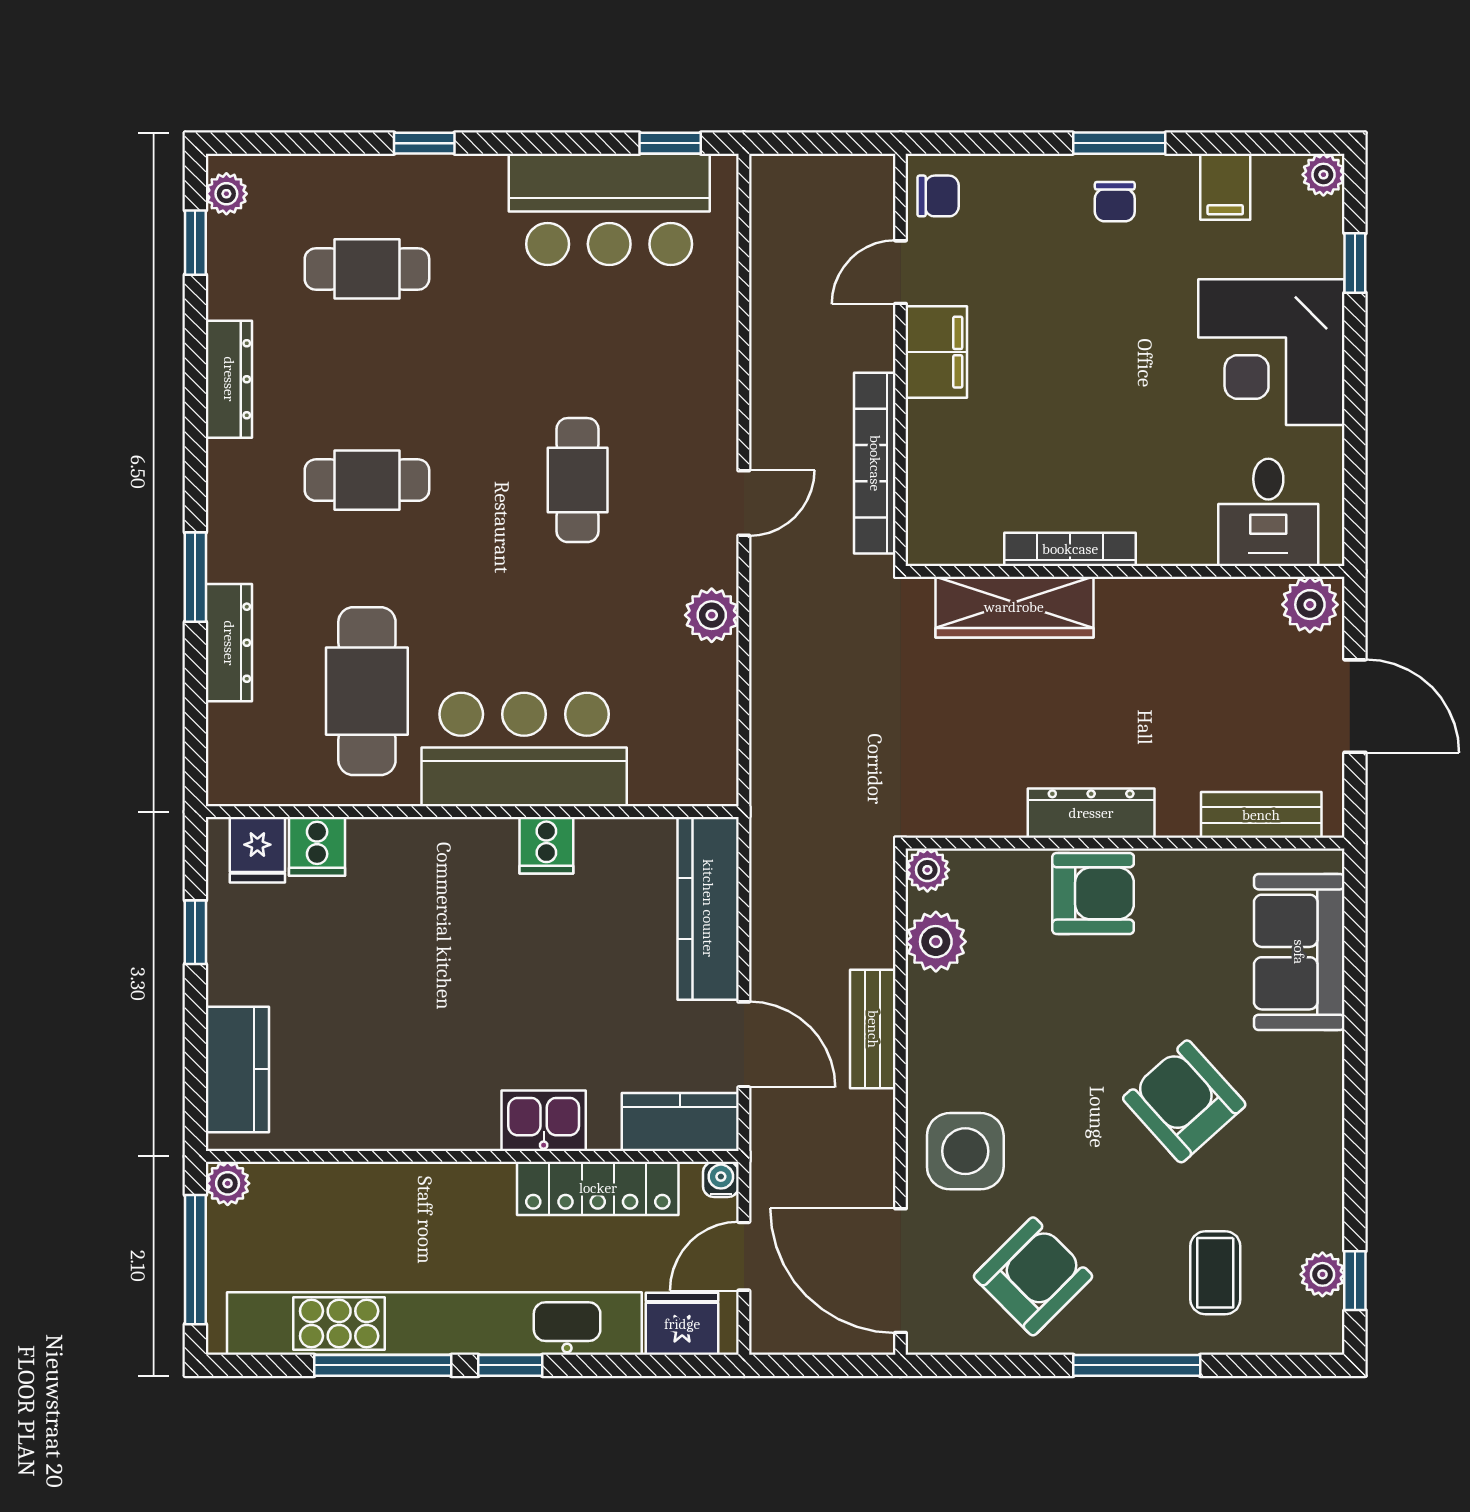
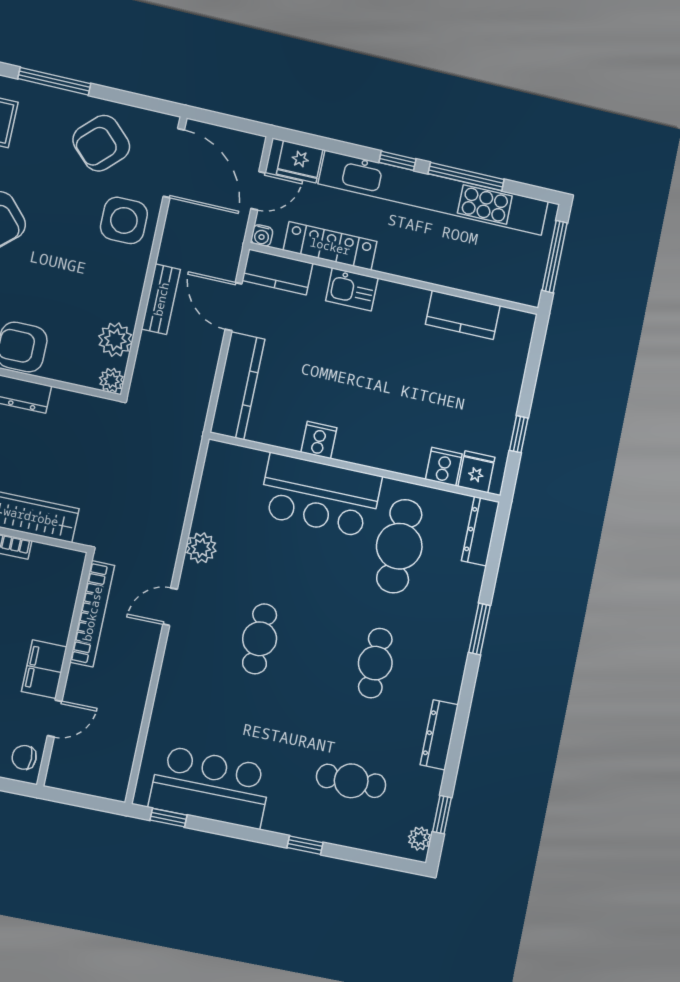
cafe table: (367, 480) -> (375, 663), turned 90
dresser: (229, 643) -> (480, 531), moved
kitchen counter: (237, 1069) -> (463, 315), moved, turned -90
plant: (228, 1183) -> (529, 294), removed

